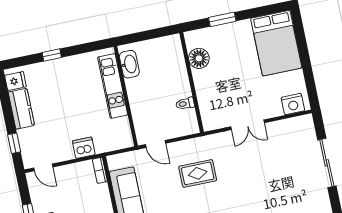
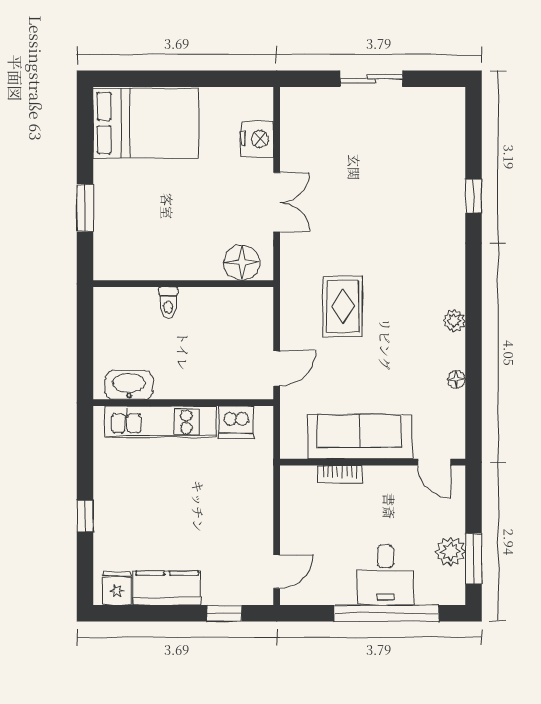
floor lamp: (199, 58) -> (242, 262), moved
toilet: (185, 104) -> (168, 303), moved
nightstand: (293, 104) -> (257, 139), moved
dishwasher: (84, 148) -> (236, 422), moved, turned -90
sliding door: (327, 163) -> (371, 79), width x0.73
bookcase: (100, 170) -> (340, 474), moved

